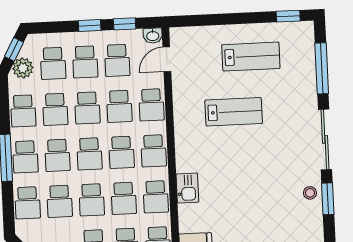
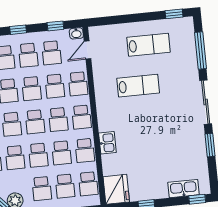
window: (90, 25) -> (18, 30), moved
stool: (310, 193) -> (197, 142), removed

